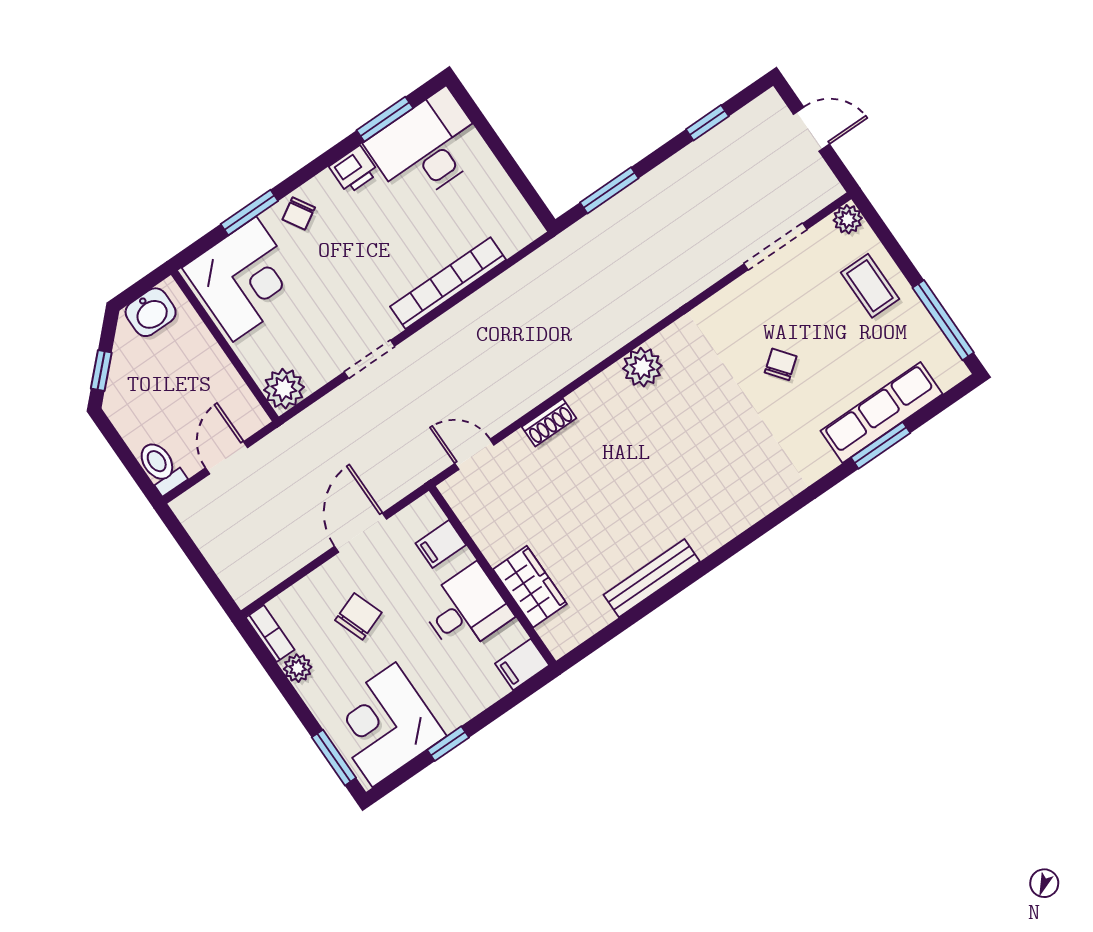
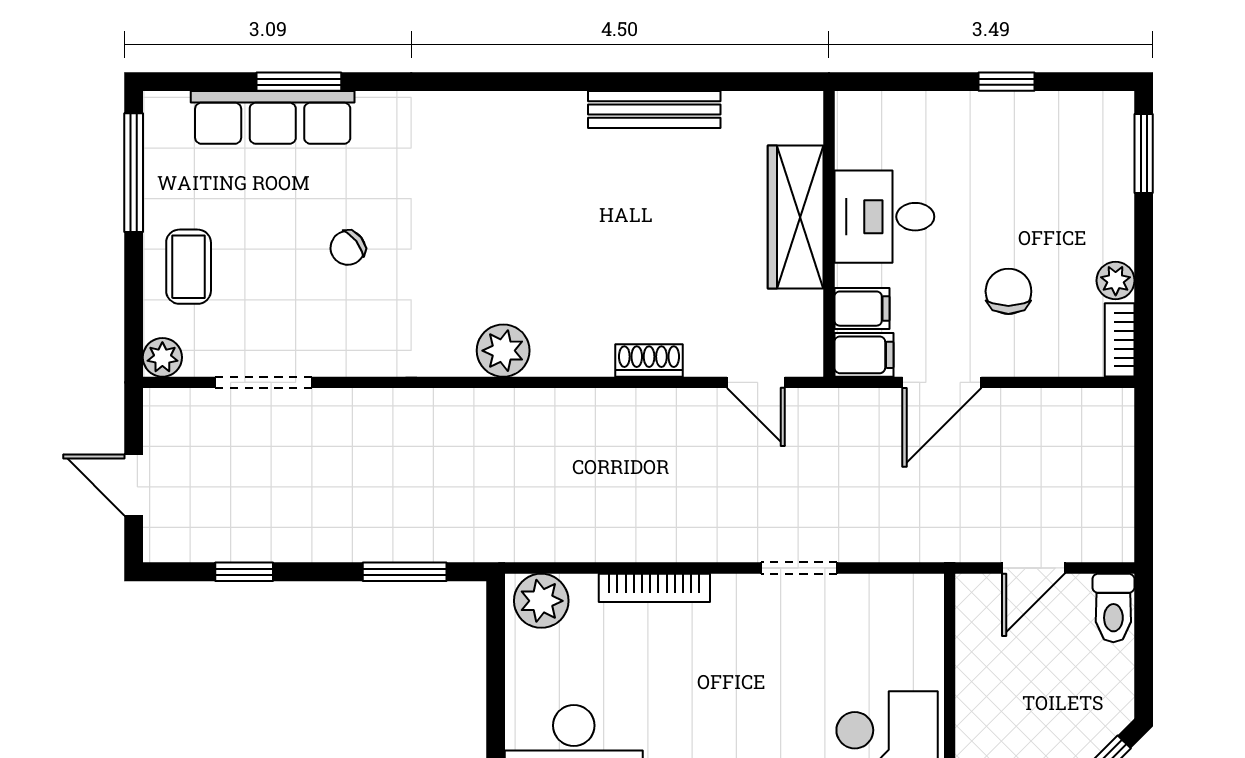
bookcase: (448, 283) -> (654, 588), width x0.68, depth x0.76
plant: (284, 389) -> (541, 601), moved
wardrobe: (530, 587) -> (796, 217), width x1.50
chair: (358, 616) -> (1008, 291), turned 110
filing cabinet: (522, 664) -> (864, 355), moved
corner desk: (384, 725) -> (1063, 152), removed

